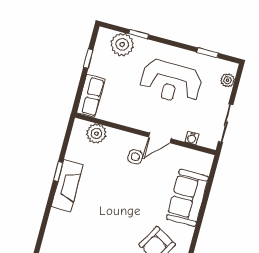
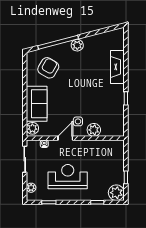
plant: (122, 44) -> (116, 193), moved
row of seats: (91, 96) -> (118, 153), removed
plant: (96, 134) -> (94, 130), moved
plant: (203, 164) -> (32, 128), added
fireplace: (67, 186) -> (117, 67), moved

